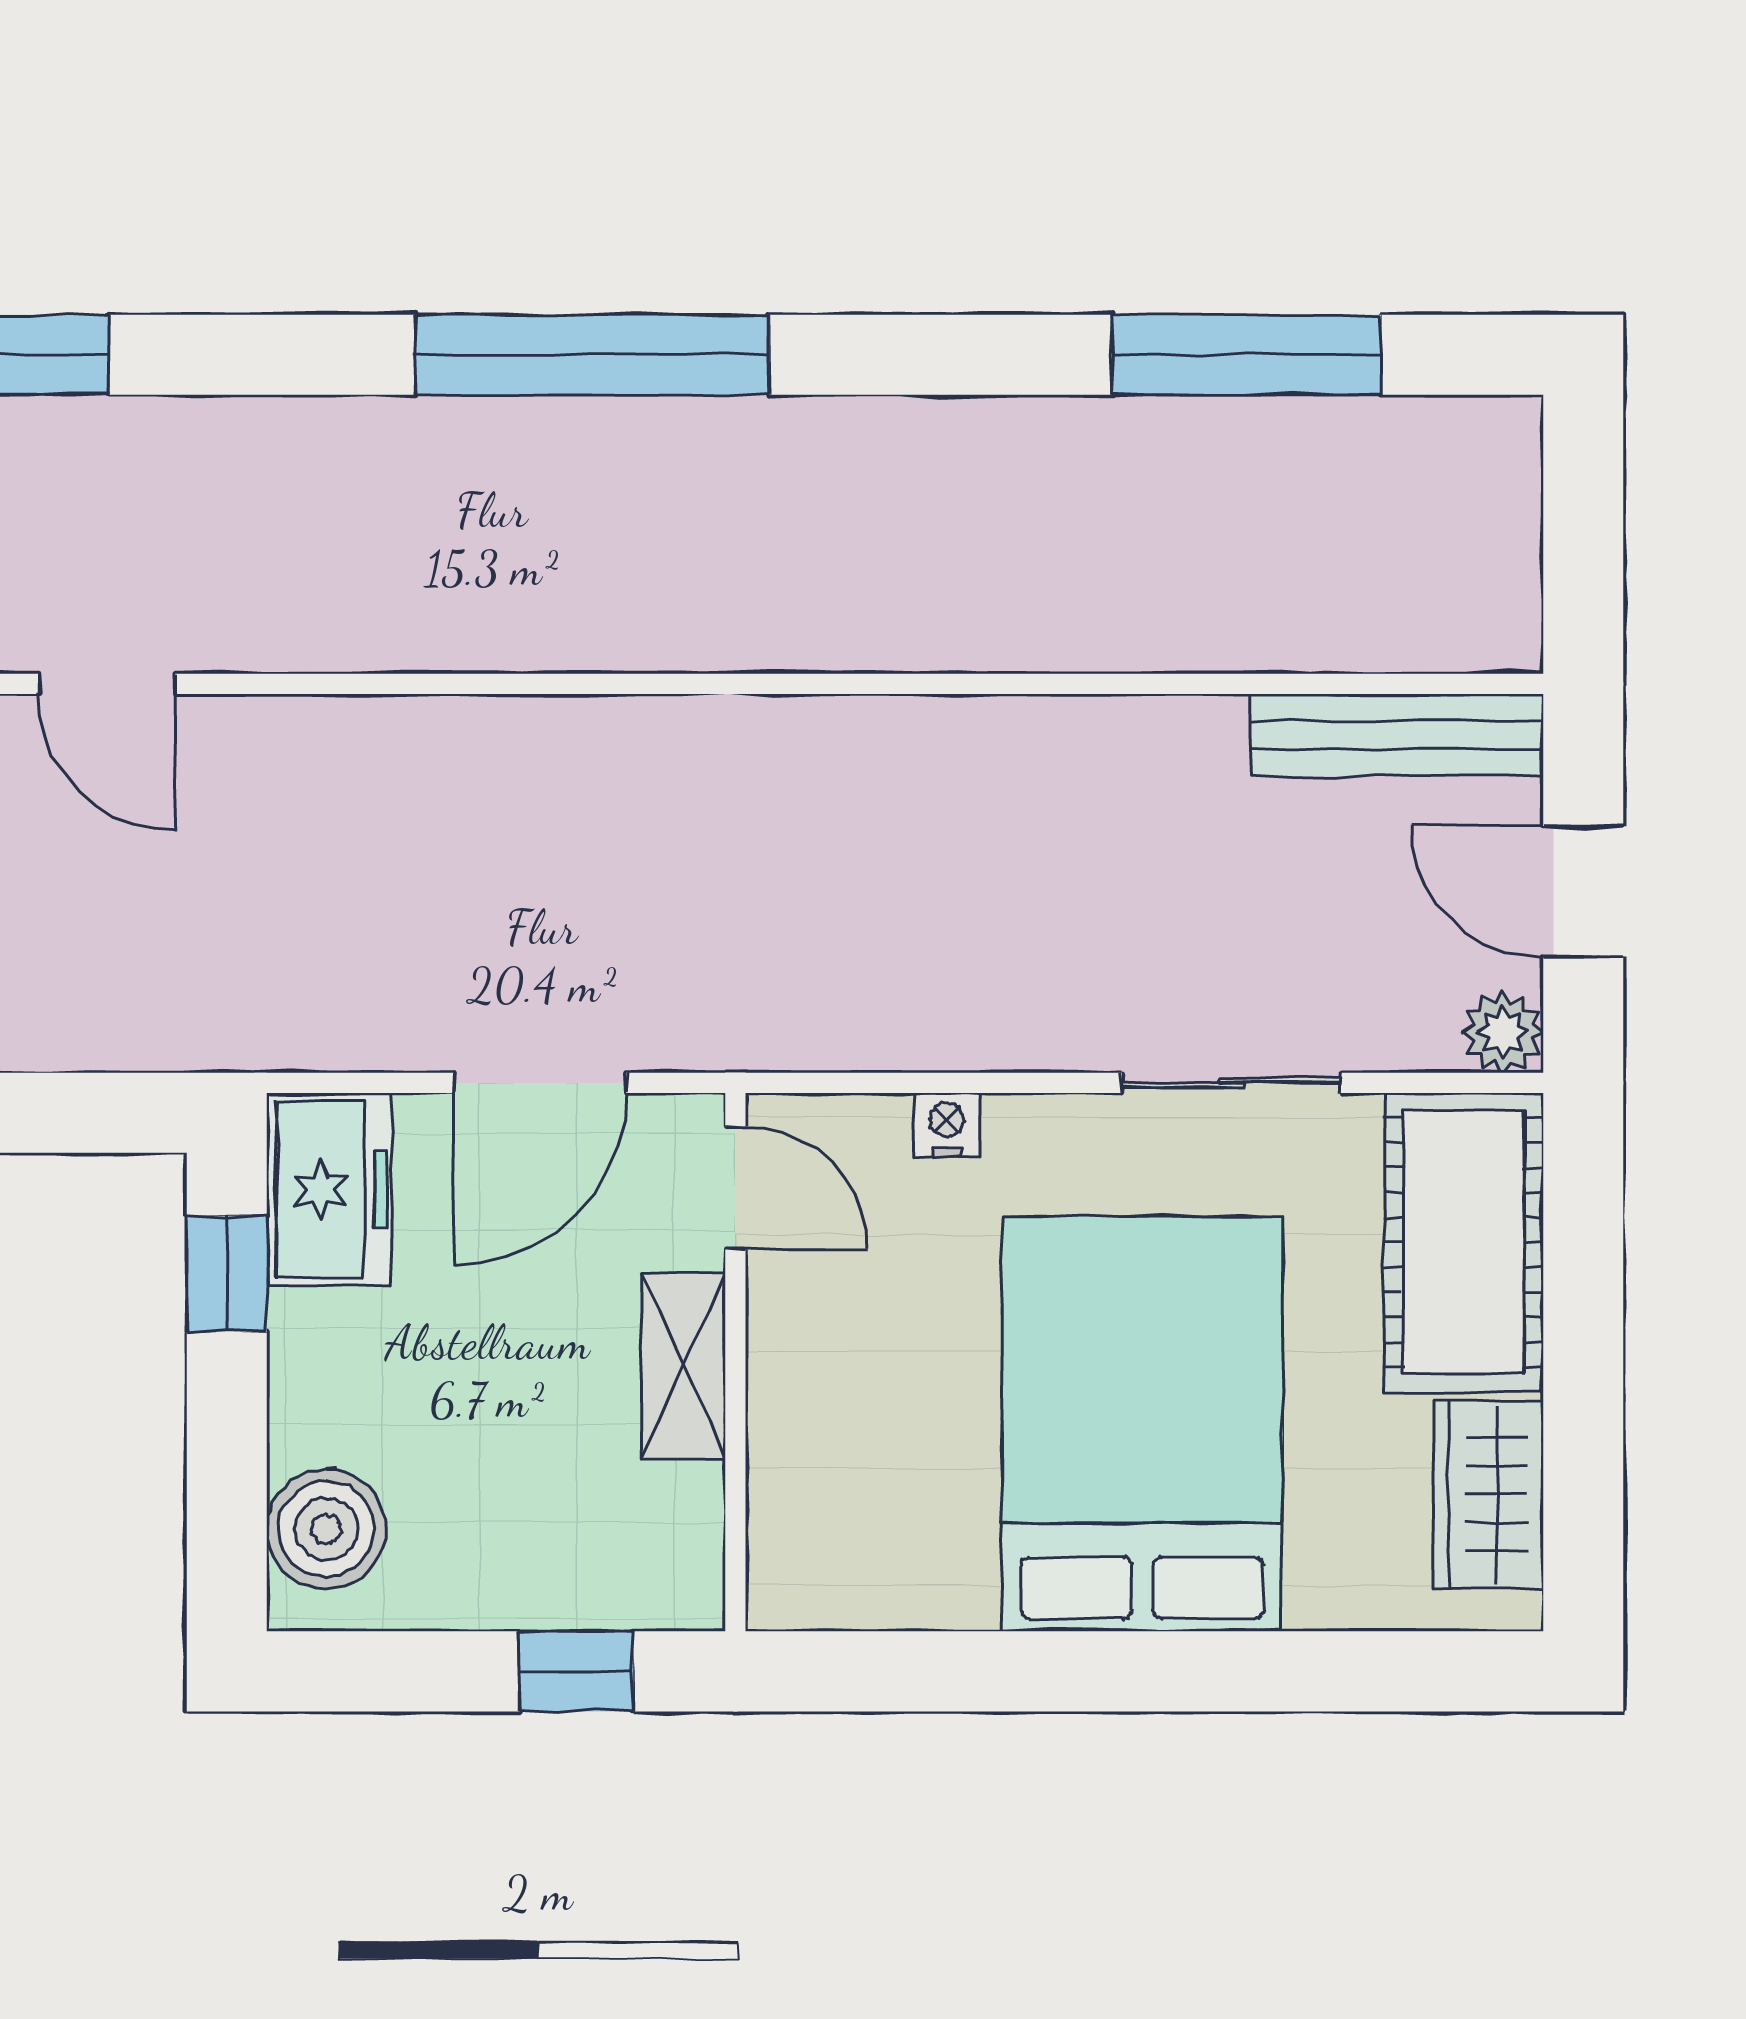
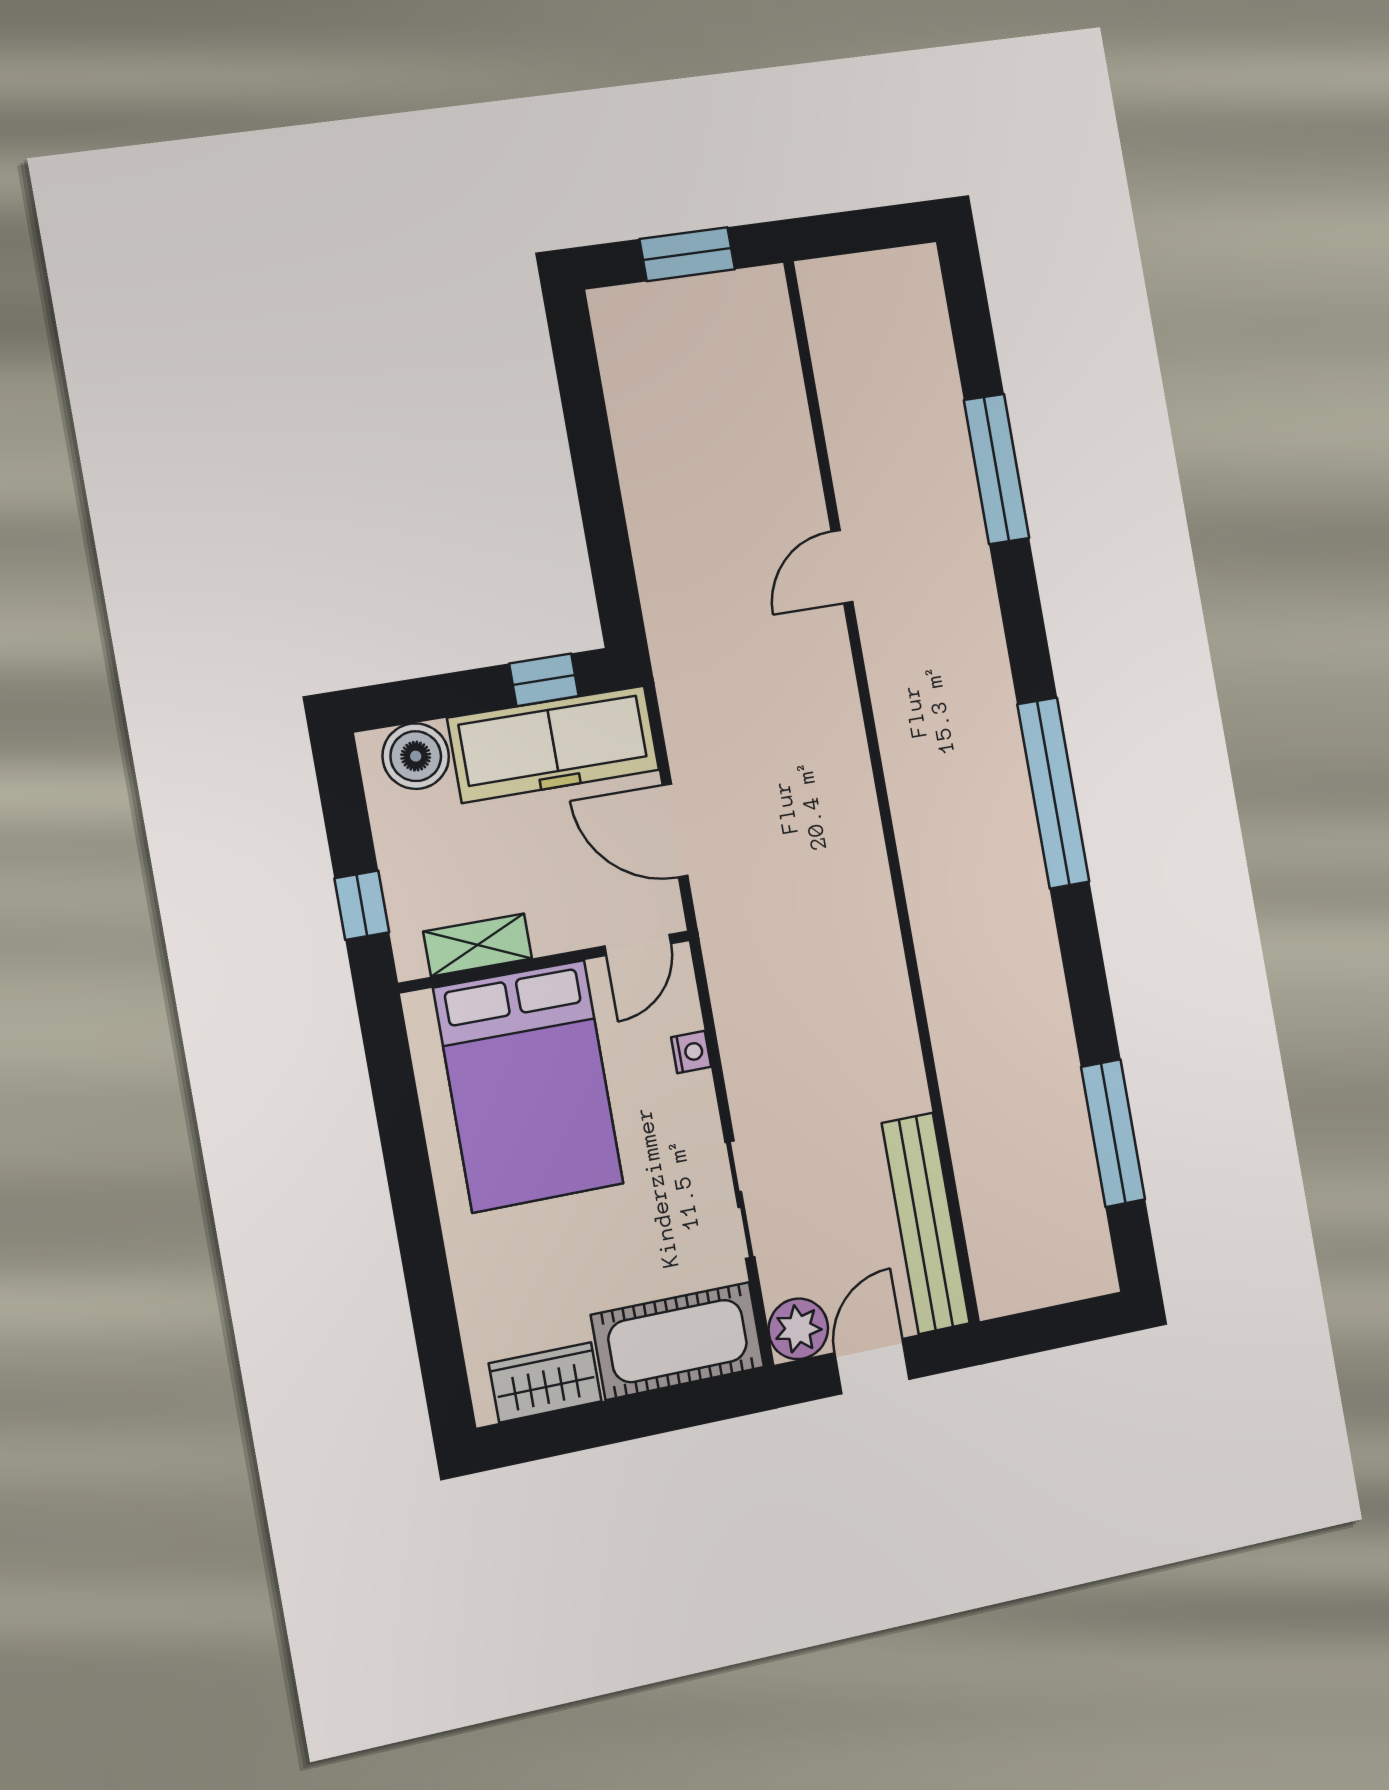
bench: (1397, 735) -> (926, 1223), width x1.37, depth x1.21
plant: (1503, 1032) -> (798, 1329), width x1.38, depth x1.38
freezer: (329, 1189) -> (554, 744), width x1.91, depth x1.26
shelving: (684, 1366) -> (478, 945), moved
bed: (1142, 1424) -> (528, 1086), moved, turned 90

